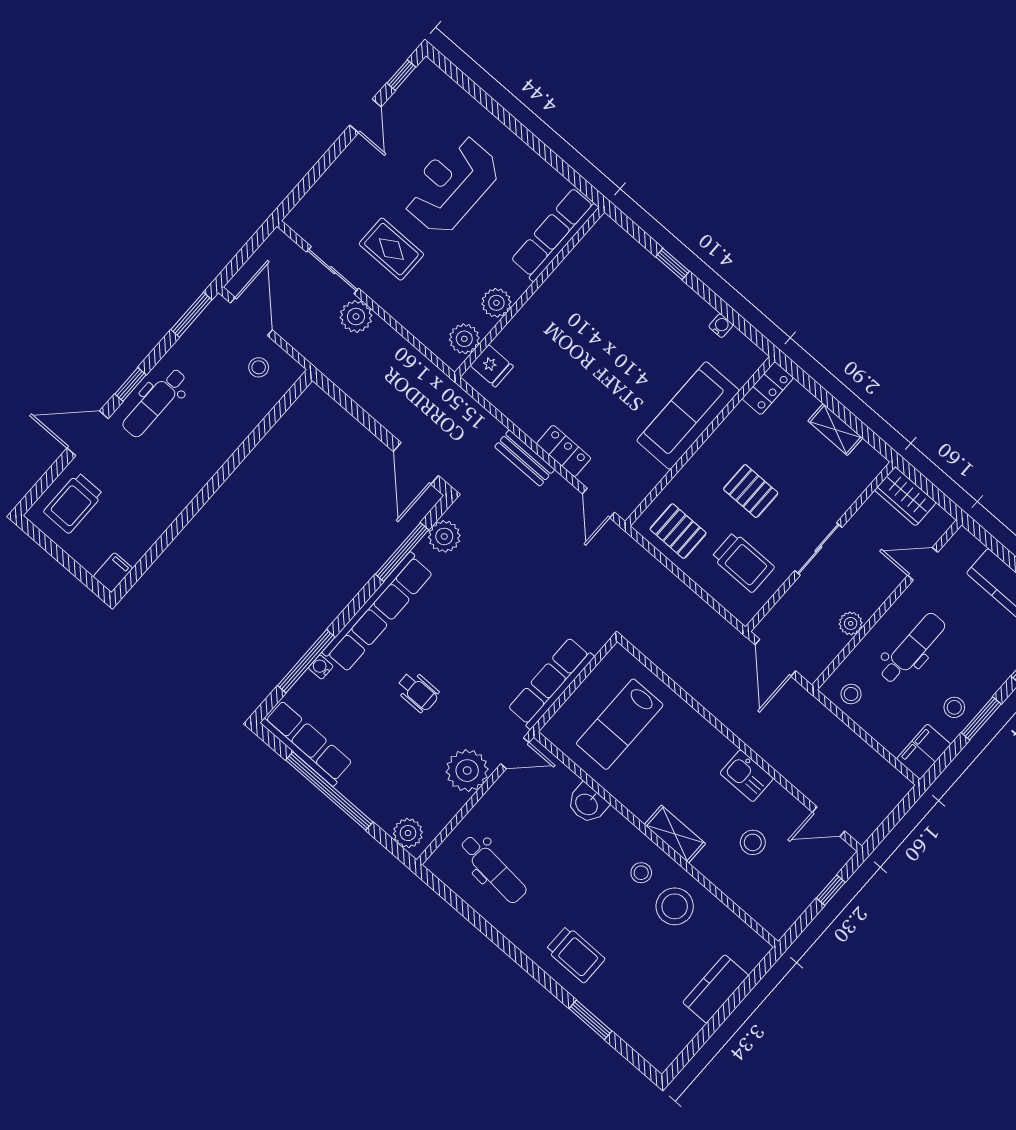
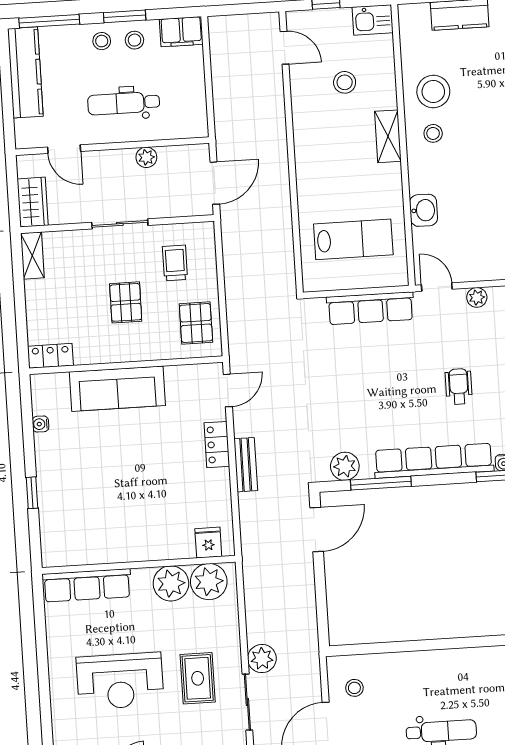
plant: (496, 303) -> (171, 583), width x1.36, depth x1.36
plant: (464, 339) -> (209, 582), width x1.36, depth x1.36
shelving: (835, 429) -> (32, 256), moved
trolley: (743, 562) -> (175, 263), width x0.73, depth x0.72
stool: (851, 694) -> (102, 41), moved
plant: (467, 771) -> (477, 297), width x0.53, depth x0.53
kitchen sink: (747, 776) -> (373, 20), moved, turned 90

